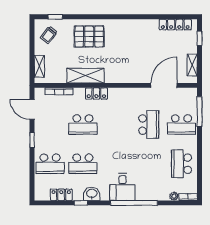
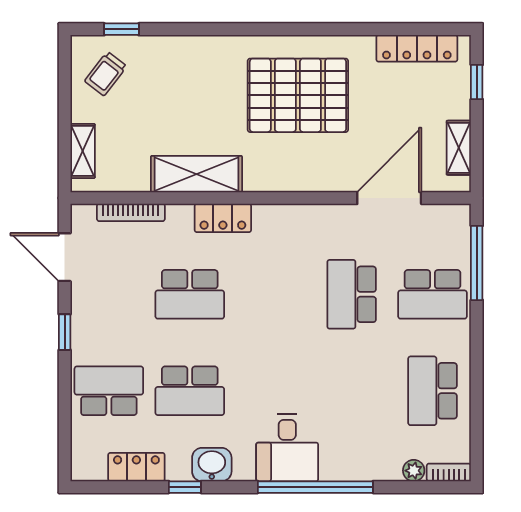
pallet: (89, 36) -> (298, 95), moved, width x1.37, depth x1.41
school desk: (149, 125) -> (352, 294), turned 180
school desk: (50, 164) -> (109, 391), turned 180

